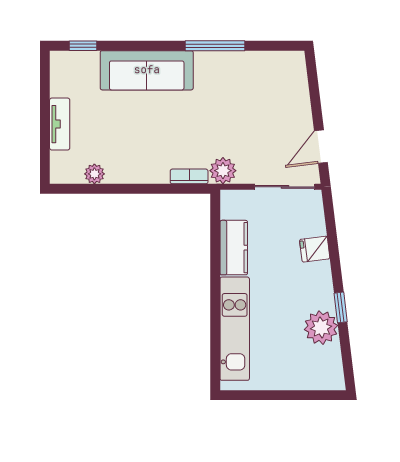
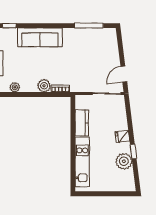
window: (215, 46) -> (89, 26), moved
plant: (223, 171) -> (44, 86), moved
fridge: (315, 249) -> (122, 136), moved

